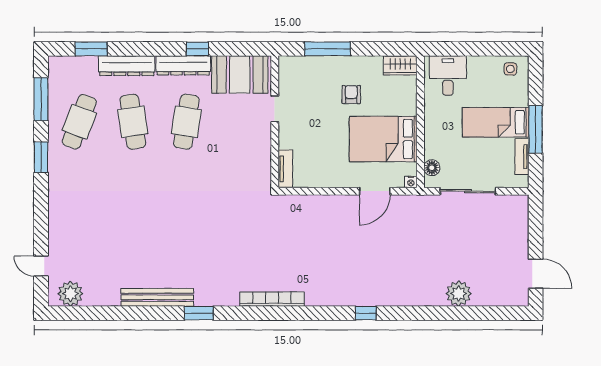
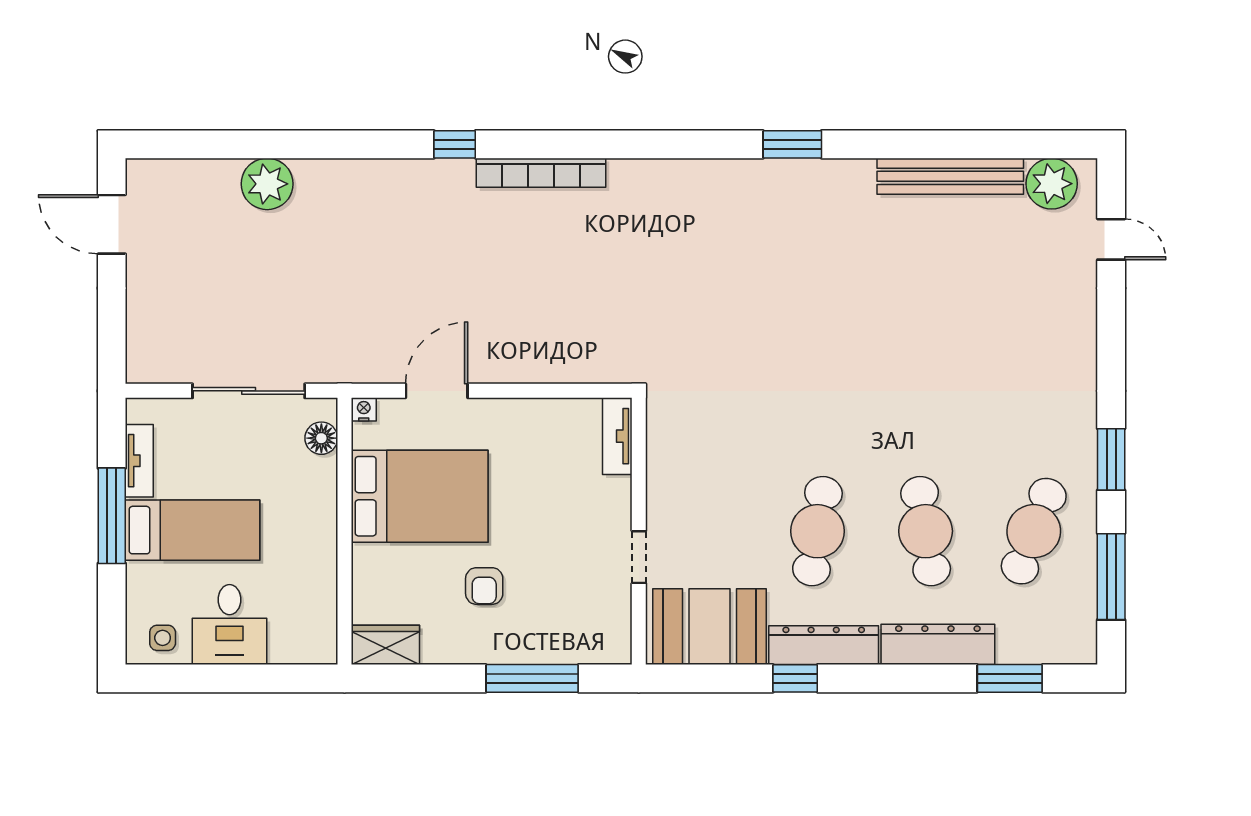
desk: (448, 76) -> (229, 625), moved
bench: (157, 297) -> (950, 176), moved
bookcase: (272, 299) -> (541, 173), moved

